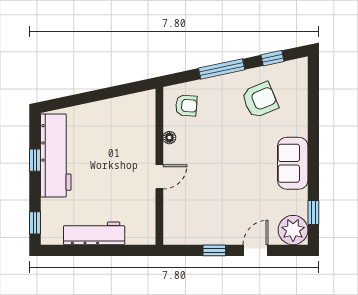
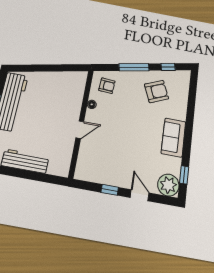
door: (256, 250) -> (140, 195), hinge flipped

